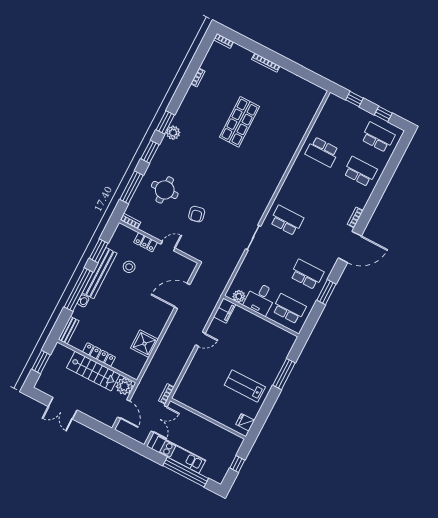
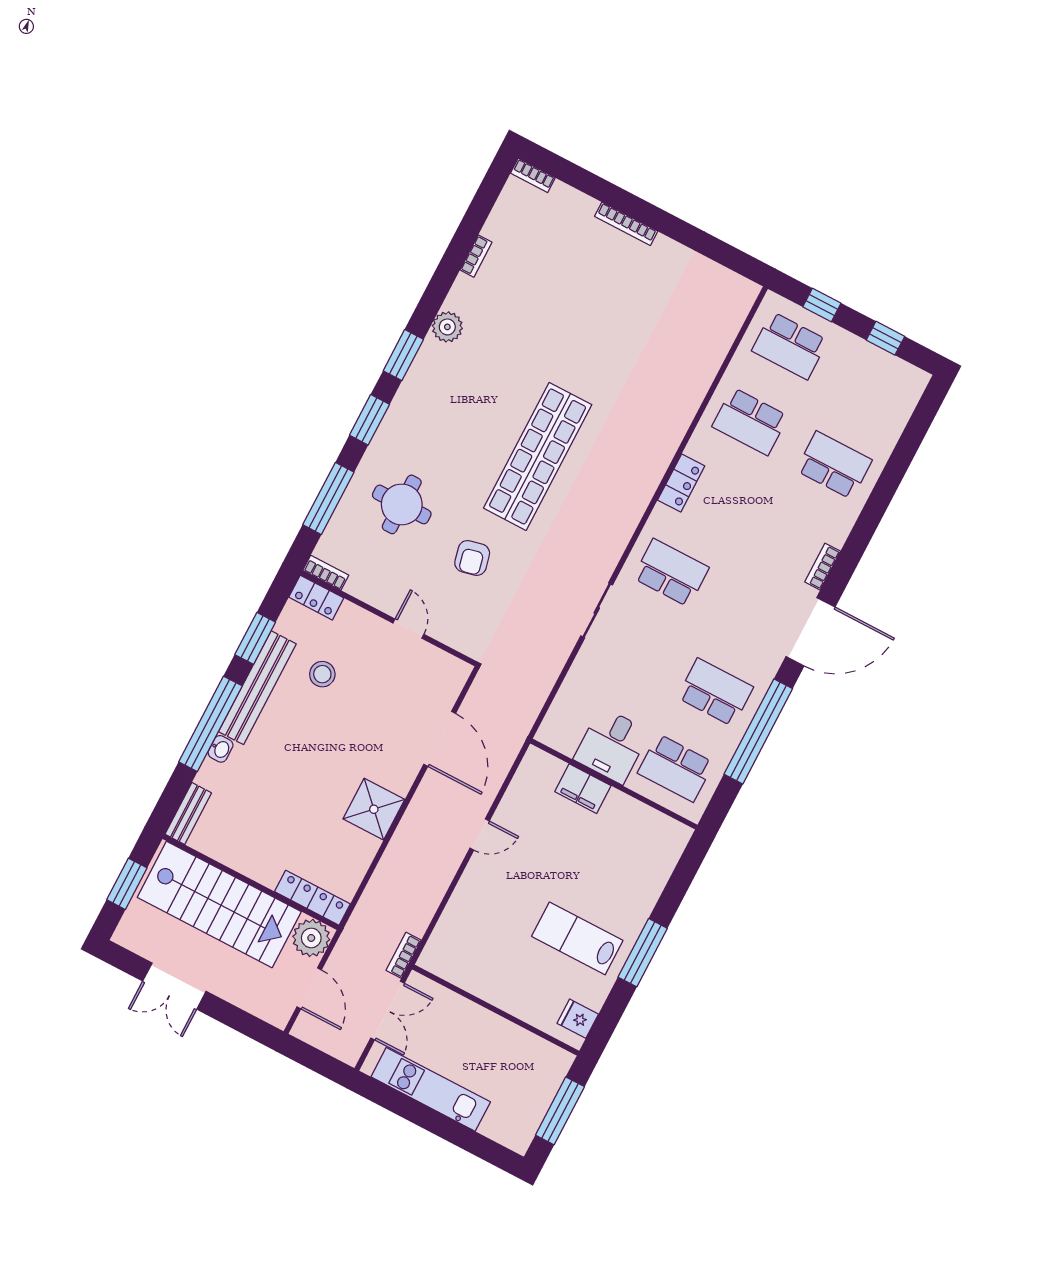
shop shelf: (239, 122) -> (538, 456), moved, width x1.40
plant: (173, 133) -> (447, 327), moved
school desk: (378, 137) -> (790, 346), moved, turned 180
locker: (291, 180) -> (681, 483), added
locker: (146, 242) -> (316, 598), moved
door: (168, 246) -> (408, 629), hinge flipped
window: (326, 292) -> (758, 731), width x2.11
door: (182, 296) -> (440, 739), swing flipped
plant: (239, 296) -> (565, 740), removed
school desk: (289, 309) -> (676, 768), turned 180
filing cabinet: (225, 311) -> (583, 789), moved, turned 90
shower: (144, 344) -> (374, 809), moved
locker: (99, 355) -> (312, 898), moved
stairs: (93, 371) -> (219, 904), width x1.36, depth x1.51
window: (284, 374) -> (643, 953), moved
window: (237, 464) -> (560, 1111), width x2.17
window: (186, 472) -> (446, 1128), removed

